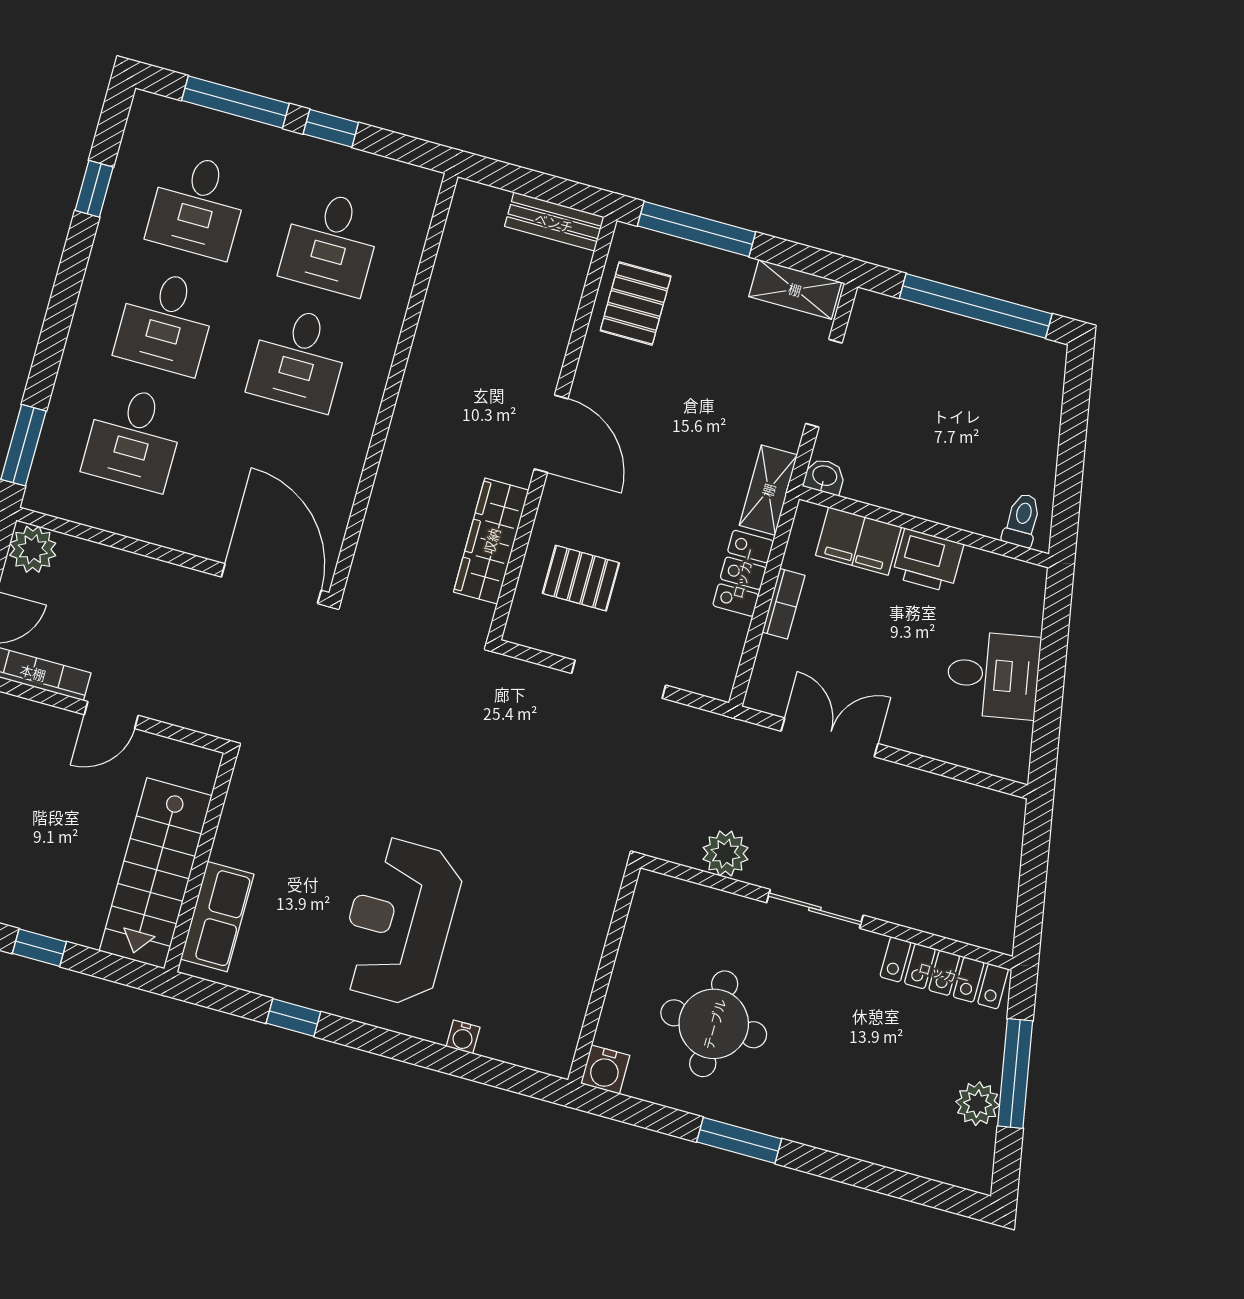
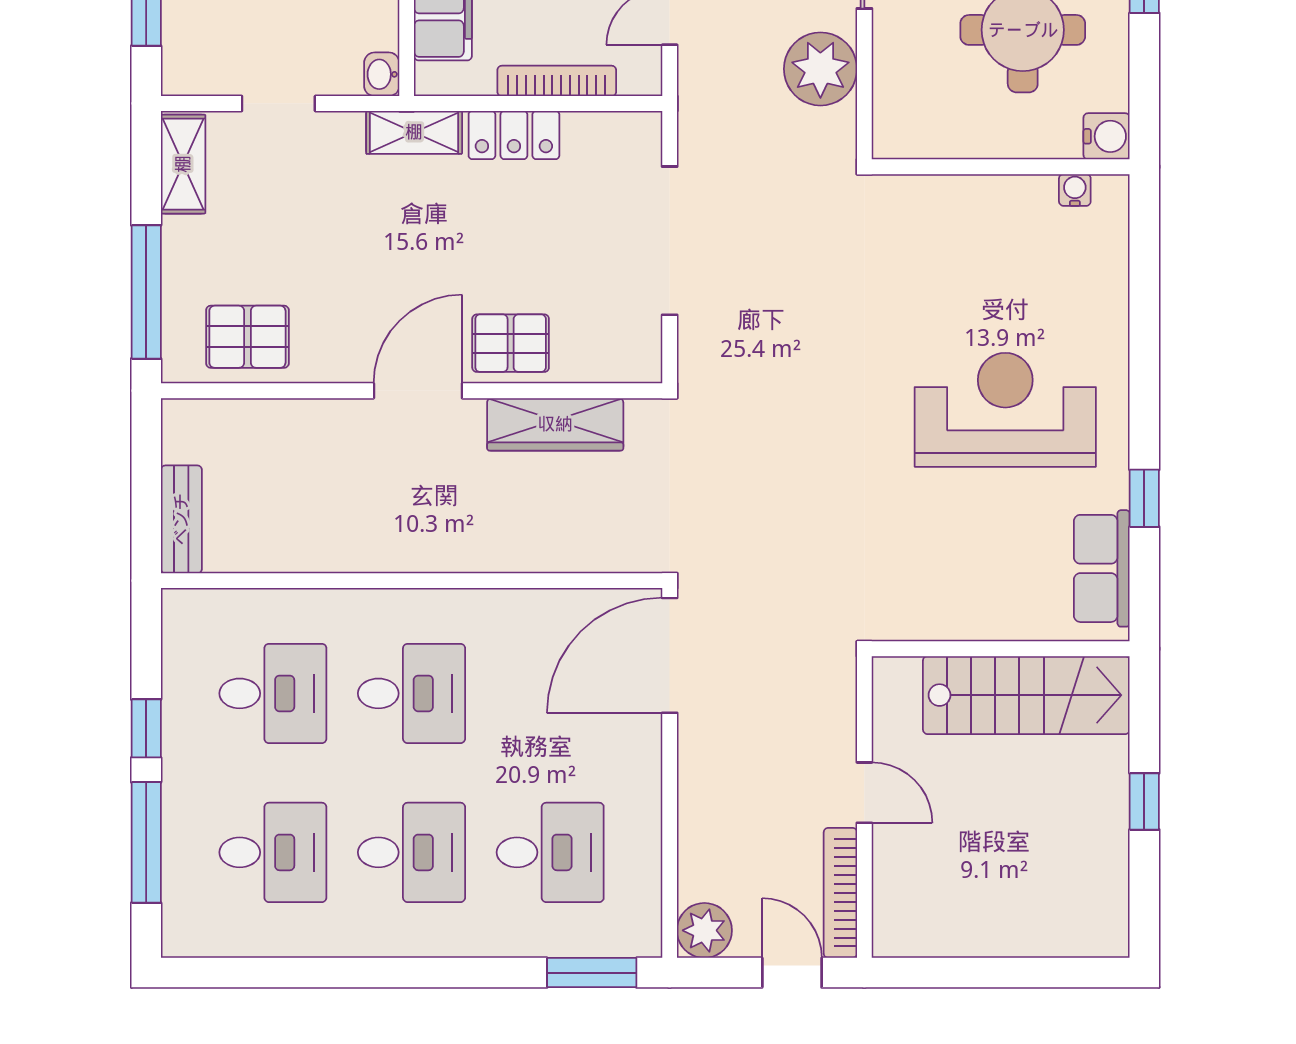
window: (94, 189) -> (286, 973), removed
bench: (554, 222) -> (181, 519), moved
doorway: (824, 383) -> (278, 103), width x0.73
pallet: (581, 578) -> (511, 343), moved, turned 90
bookcase: (783, 604) -> (557, 81), width x1.56
doorway: (619, 679) -> (670, 241), width x1.36
plant: (725, 854) -> (820, 69), width x1.36, depth x1.36
row of seats: (217, 917) -> (1102, 568), moved, turned -90
reception desk: (399, 921) -> (1005, 410), turned 180
water cooler: (463, 1037) -> (1075, 190), moved, turned -90

